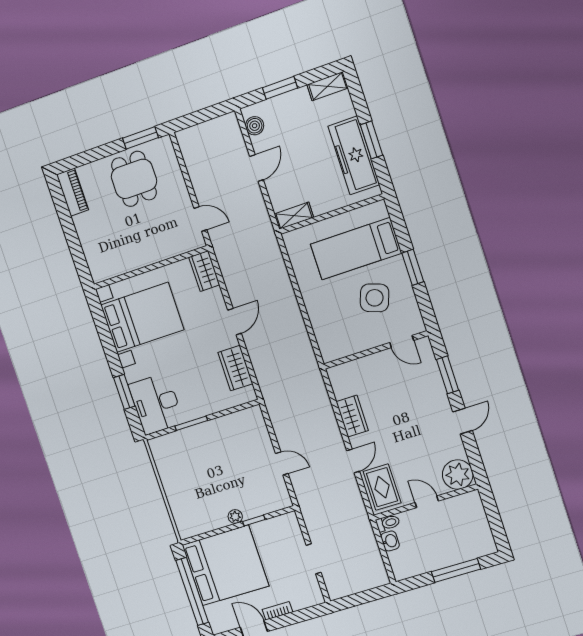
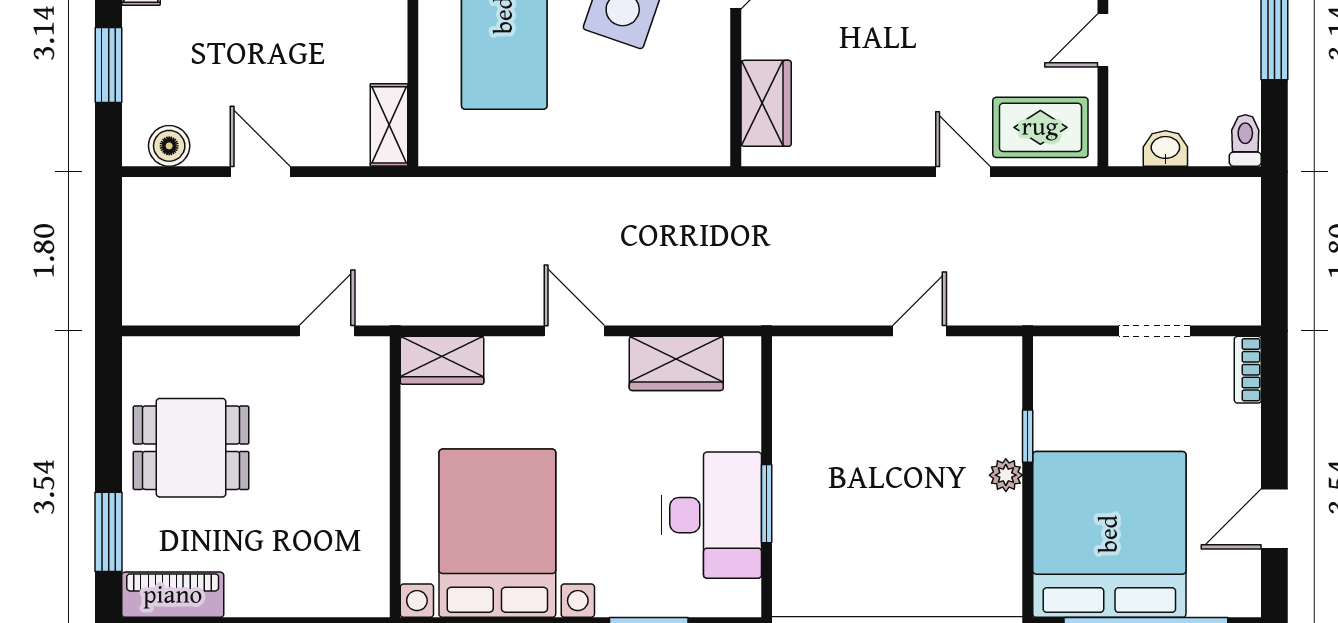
window: (140, 138) -> (109, 532), moved
desk: (156, 404) -> (712, 515), moved, turned -90
wardrobe: (352, 416) -> (766, 103), moved, turned 90
toilet: (388, 523) -> (1245, 140), moved
bookcase: (277, 611) -> (1248, 370), moved

